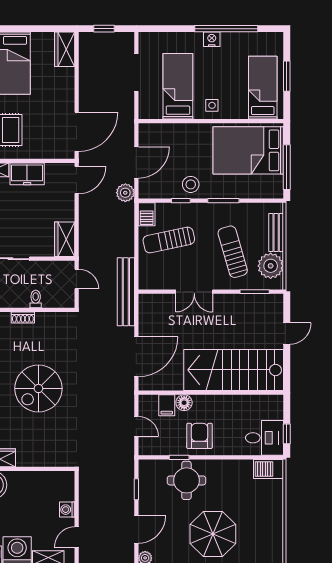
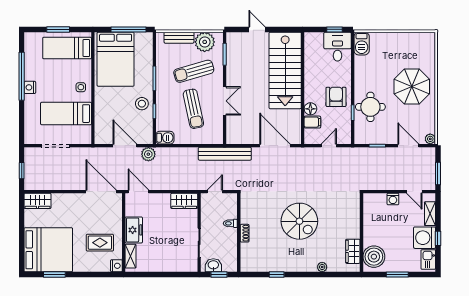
sun lounger: (169, 240) -> (193, 109), moved
armchair: (200, 436) -> (336, 97), turned 90

